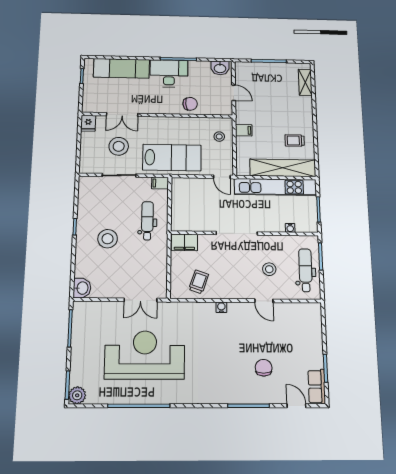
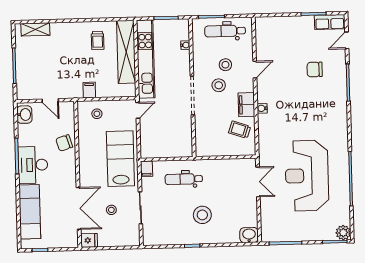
door: (234, 93) -> (50, 101), swing flipped
chair: (190, 104) -> (64, 143), turned -101
double door: (122, 115) -> (79, 208), width x1.37
stool: (119, 146) -> (111, 210), width x0.53, depth x0.53
filing cabinet: (184, 242) -> (246, 105), moved, turned 180
stool: (247, 261) -> (219, 85), added

